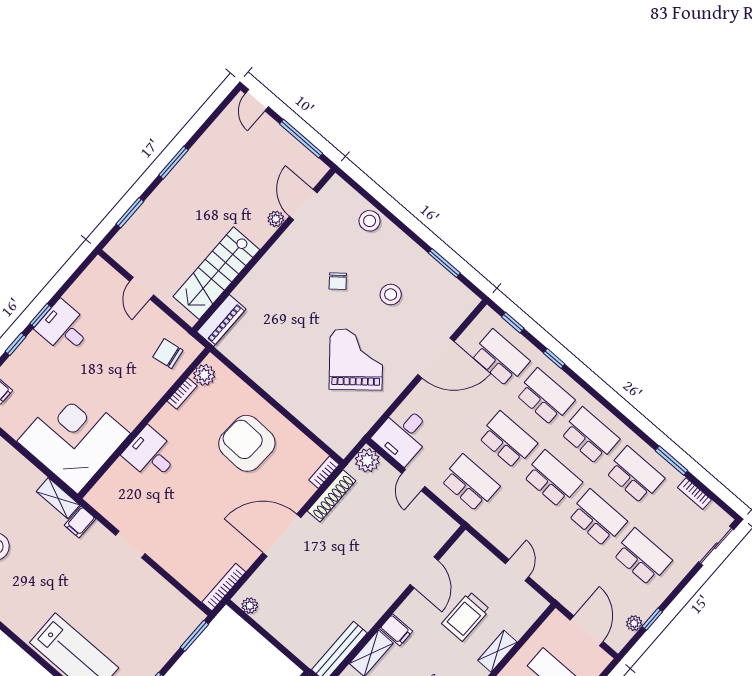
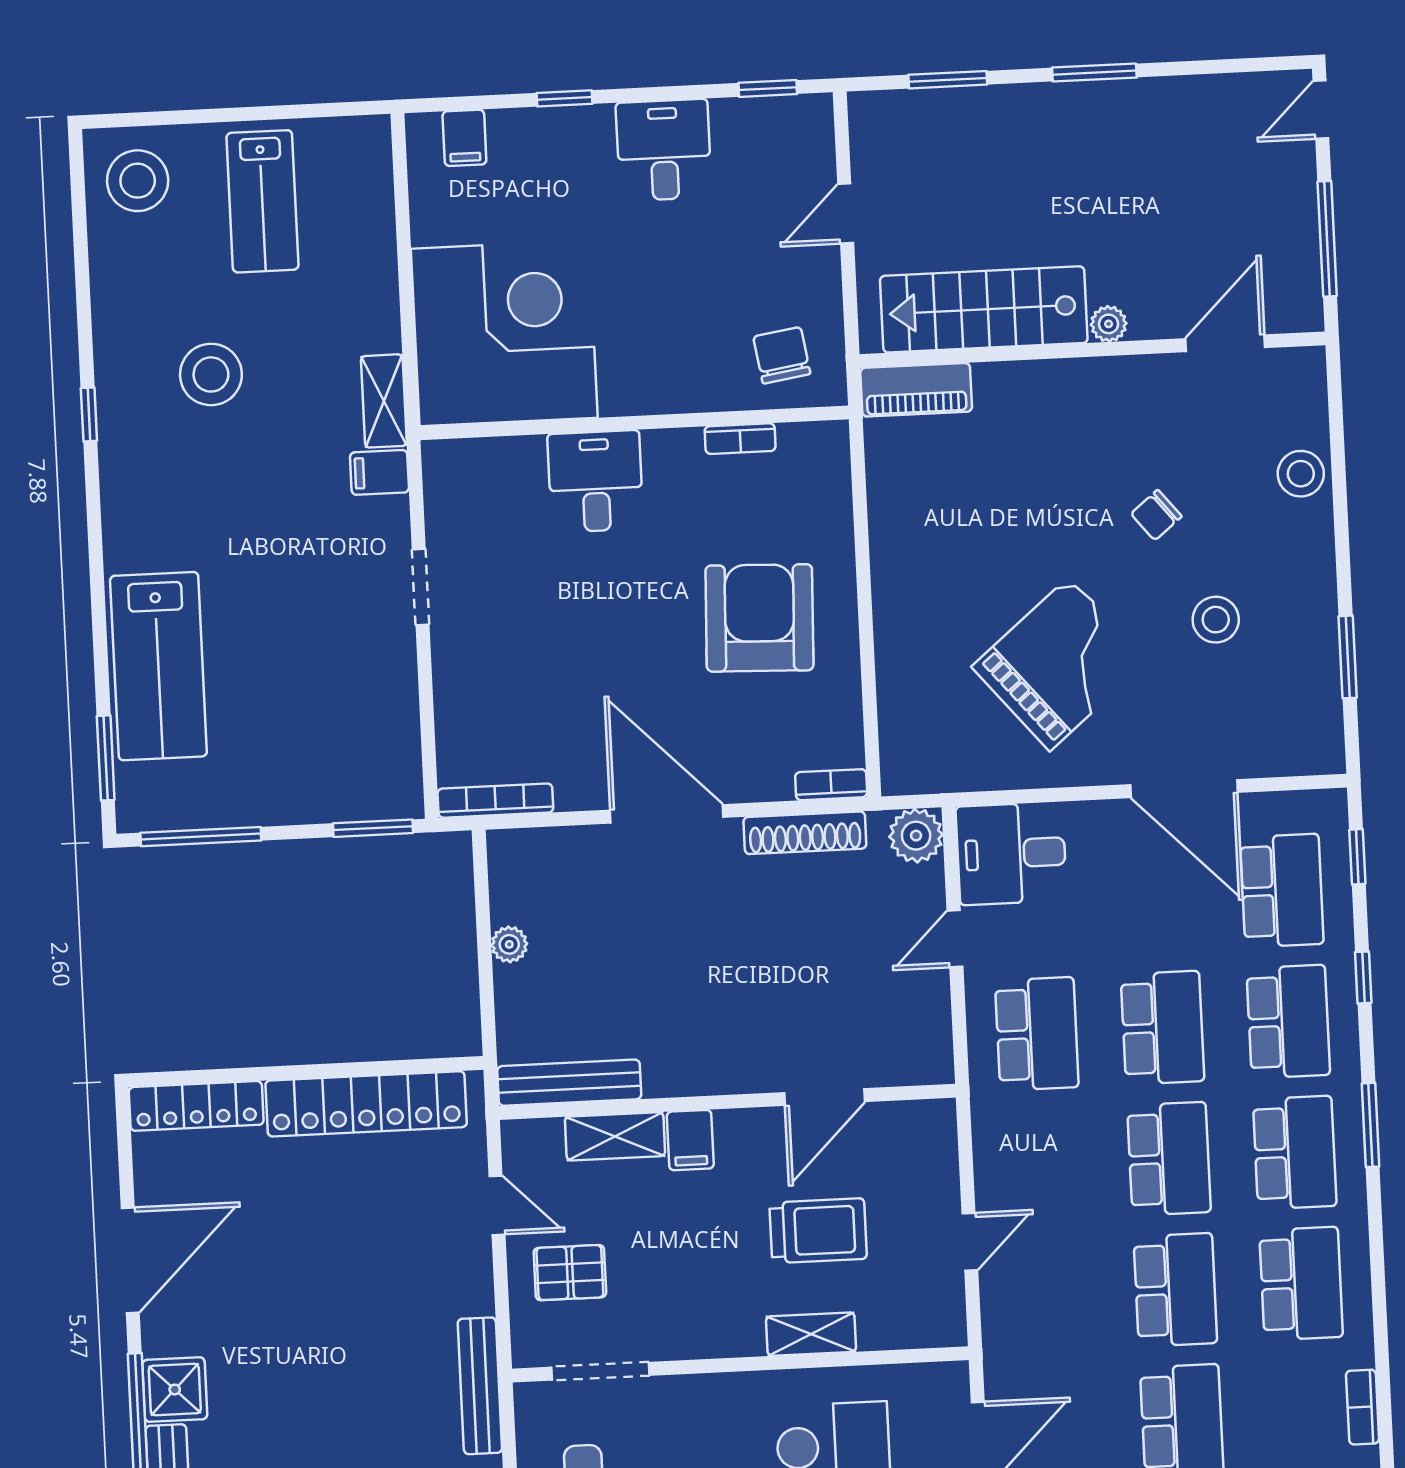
plant: (276, 219) -> (1109, 324), moved
window: (41, 315) -> (768, 88), moved
plant: (204, 375) -> (803, 446), removed
window: (672, 461) -> (1370, 1125), moved
plant: (250, 606) -> (509, 944), moved
trolley: (466, 616) -> (818, 1231), turned 180

